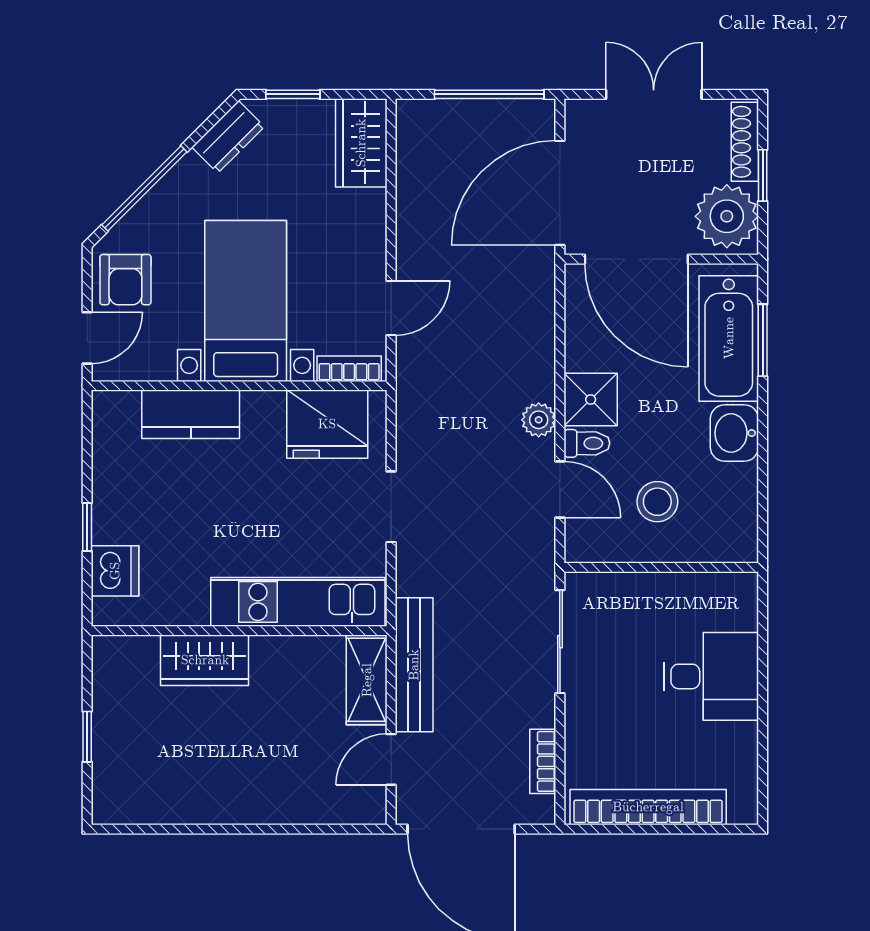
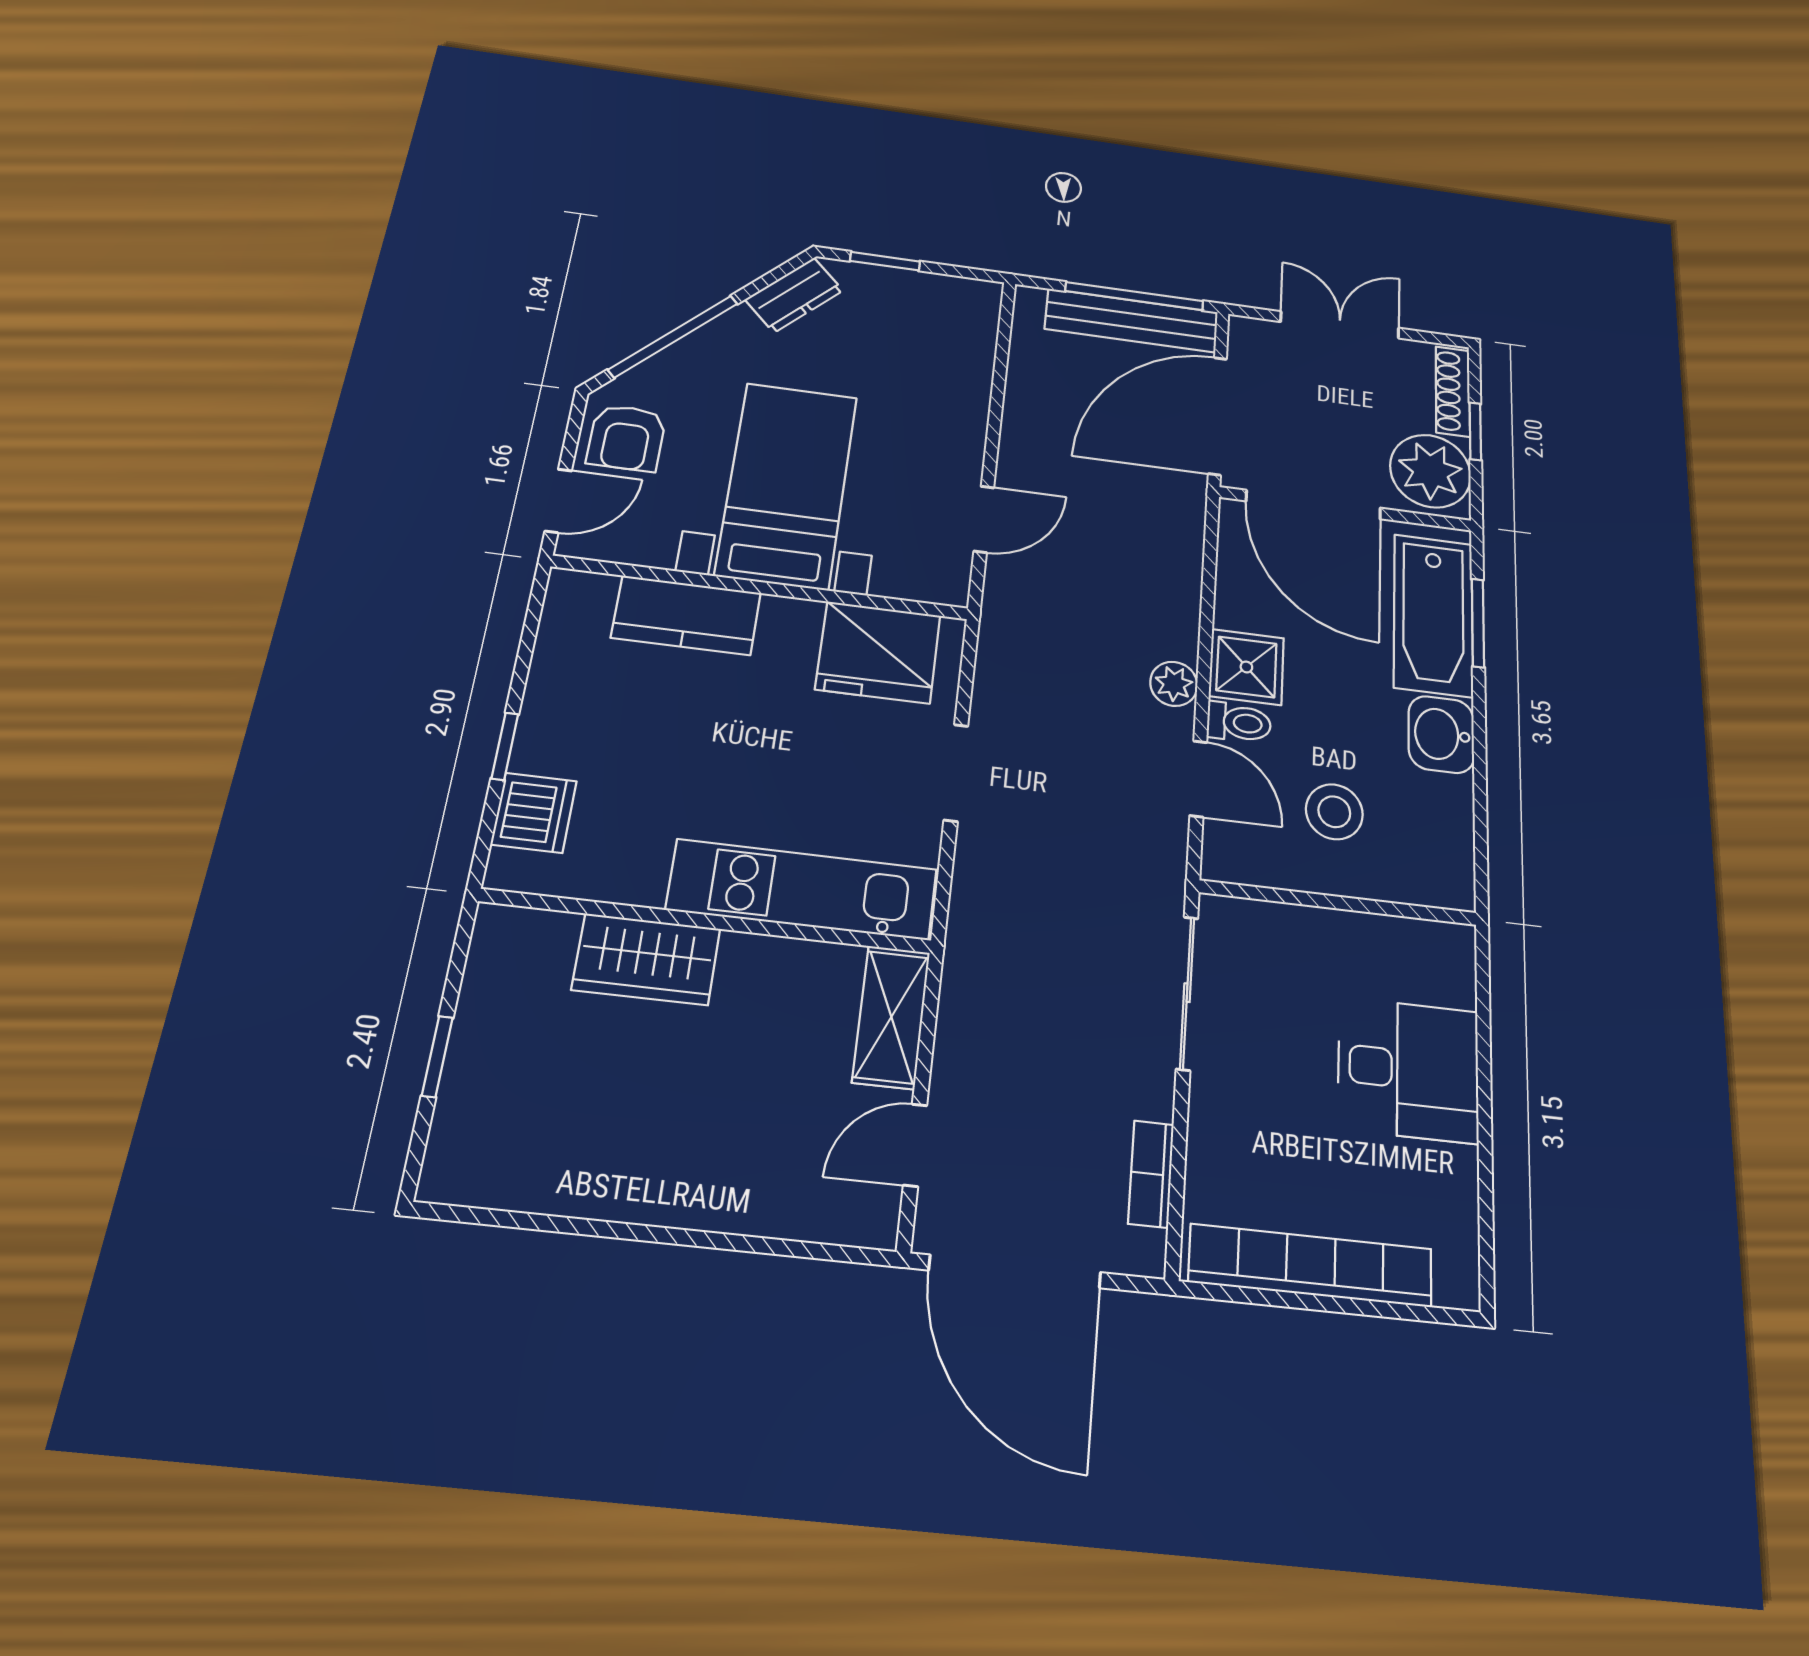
wardrobe: (361, 143) -> (966, 325), removed
bookcase: (349, 369) -> (918, 586), removed
bench: (414, 665) -> (1132, 321), moved, turned 90

